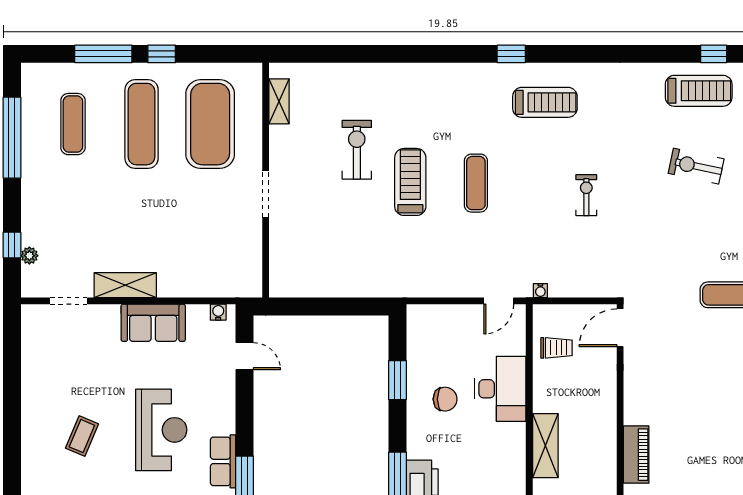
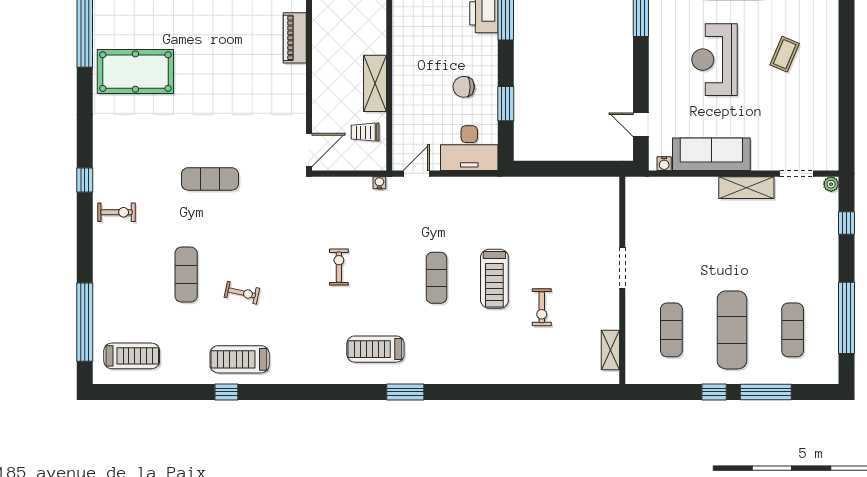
window: (511, 54) -> (405, 392), width x1.50
exercise mat: (210, 124) -> (671, 330), width x0.50, depth x0.69
exercise bike: (357, 150) -> (542, 307), width x0.73, depth x0.72
exercise bike: (696, 166) -> (242, 293), width x0.73, depth x0.72
exercise bike: (586, 195) -> (339, 267), turned 180
plant: (29, 256) -> (831, 184), moved
sofa: (153, 323) -> (711, 154), width x1.36
desk: (500, 389) -> (469, 148), moved, turned -90
shelving: (545, 446) -> (375, 83), moved
row of seats: (223, 461) -> (660, 32), removed

